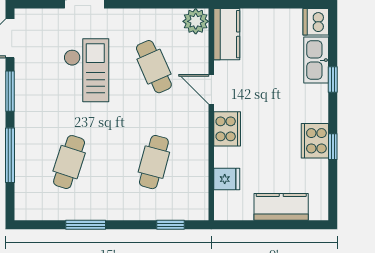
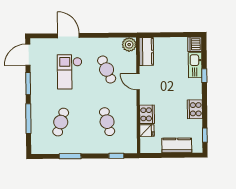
checkout: (86, 70) -> (70, 72), turned 180
cooker: (227, 129) -> (147, 114), moved
window: (333, 147) -> (205, 135), moved
cafe table: (154, 162) -> (107, 122), turned -30

